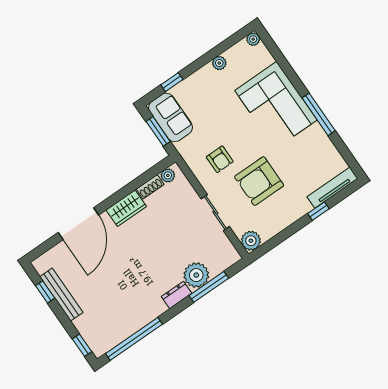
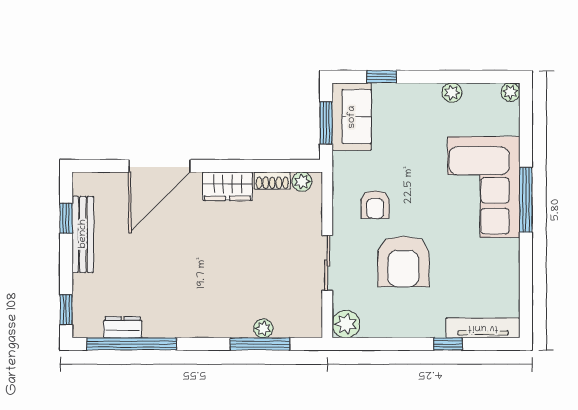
window: (319, 114) -> (526, 200), moved
armchair: (259, 181) -> (403, 261), turned -90
plant: (196, 275) -> (263, 328), width x0.53, depth x0.53
dresser: (177, 295) -> (123, 327), moved

